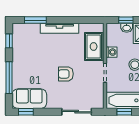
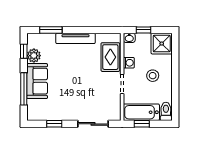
washbasin: (127, 28) -> (129, 38), moved
plant: (19, 45) -> (34, 56), added
armchair: (66, 74) -> (82, 85), removed
sofa: (29, 99) -> (37, 81), moved, turned 90
window: (26, 112) -> (54, 124), moved

